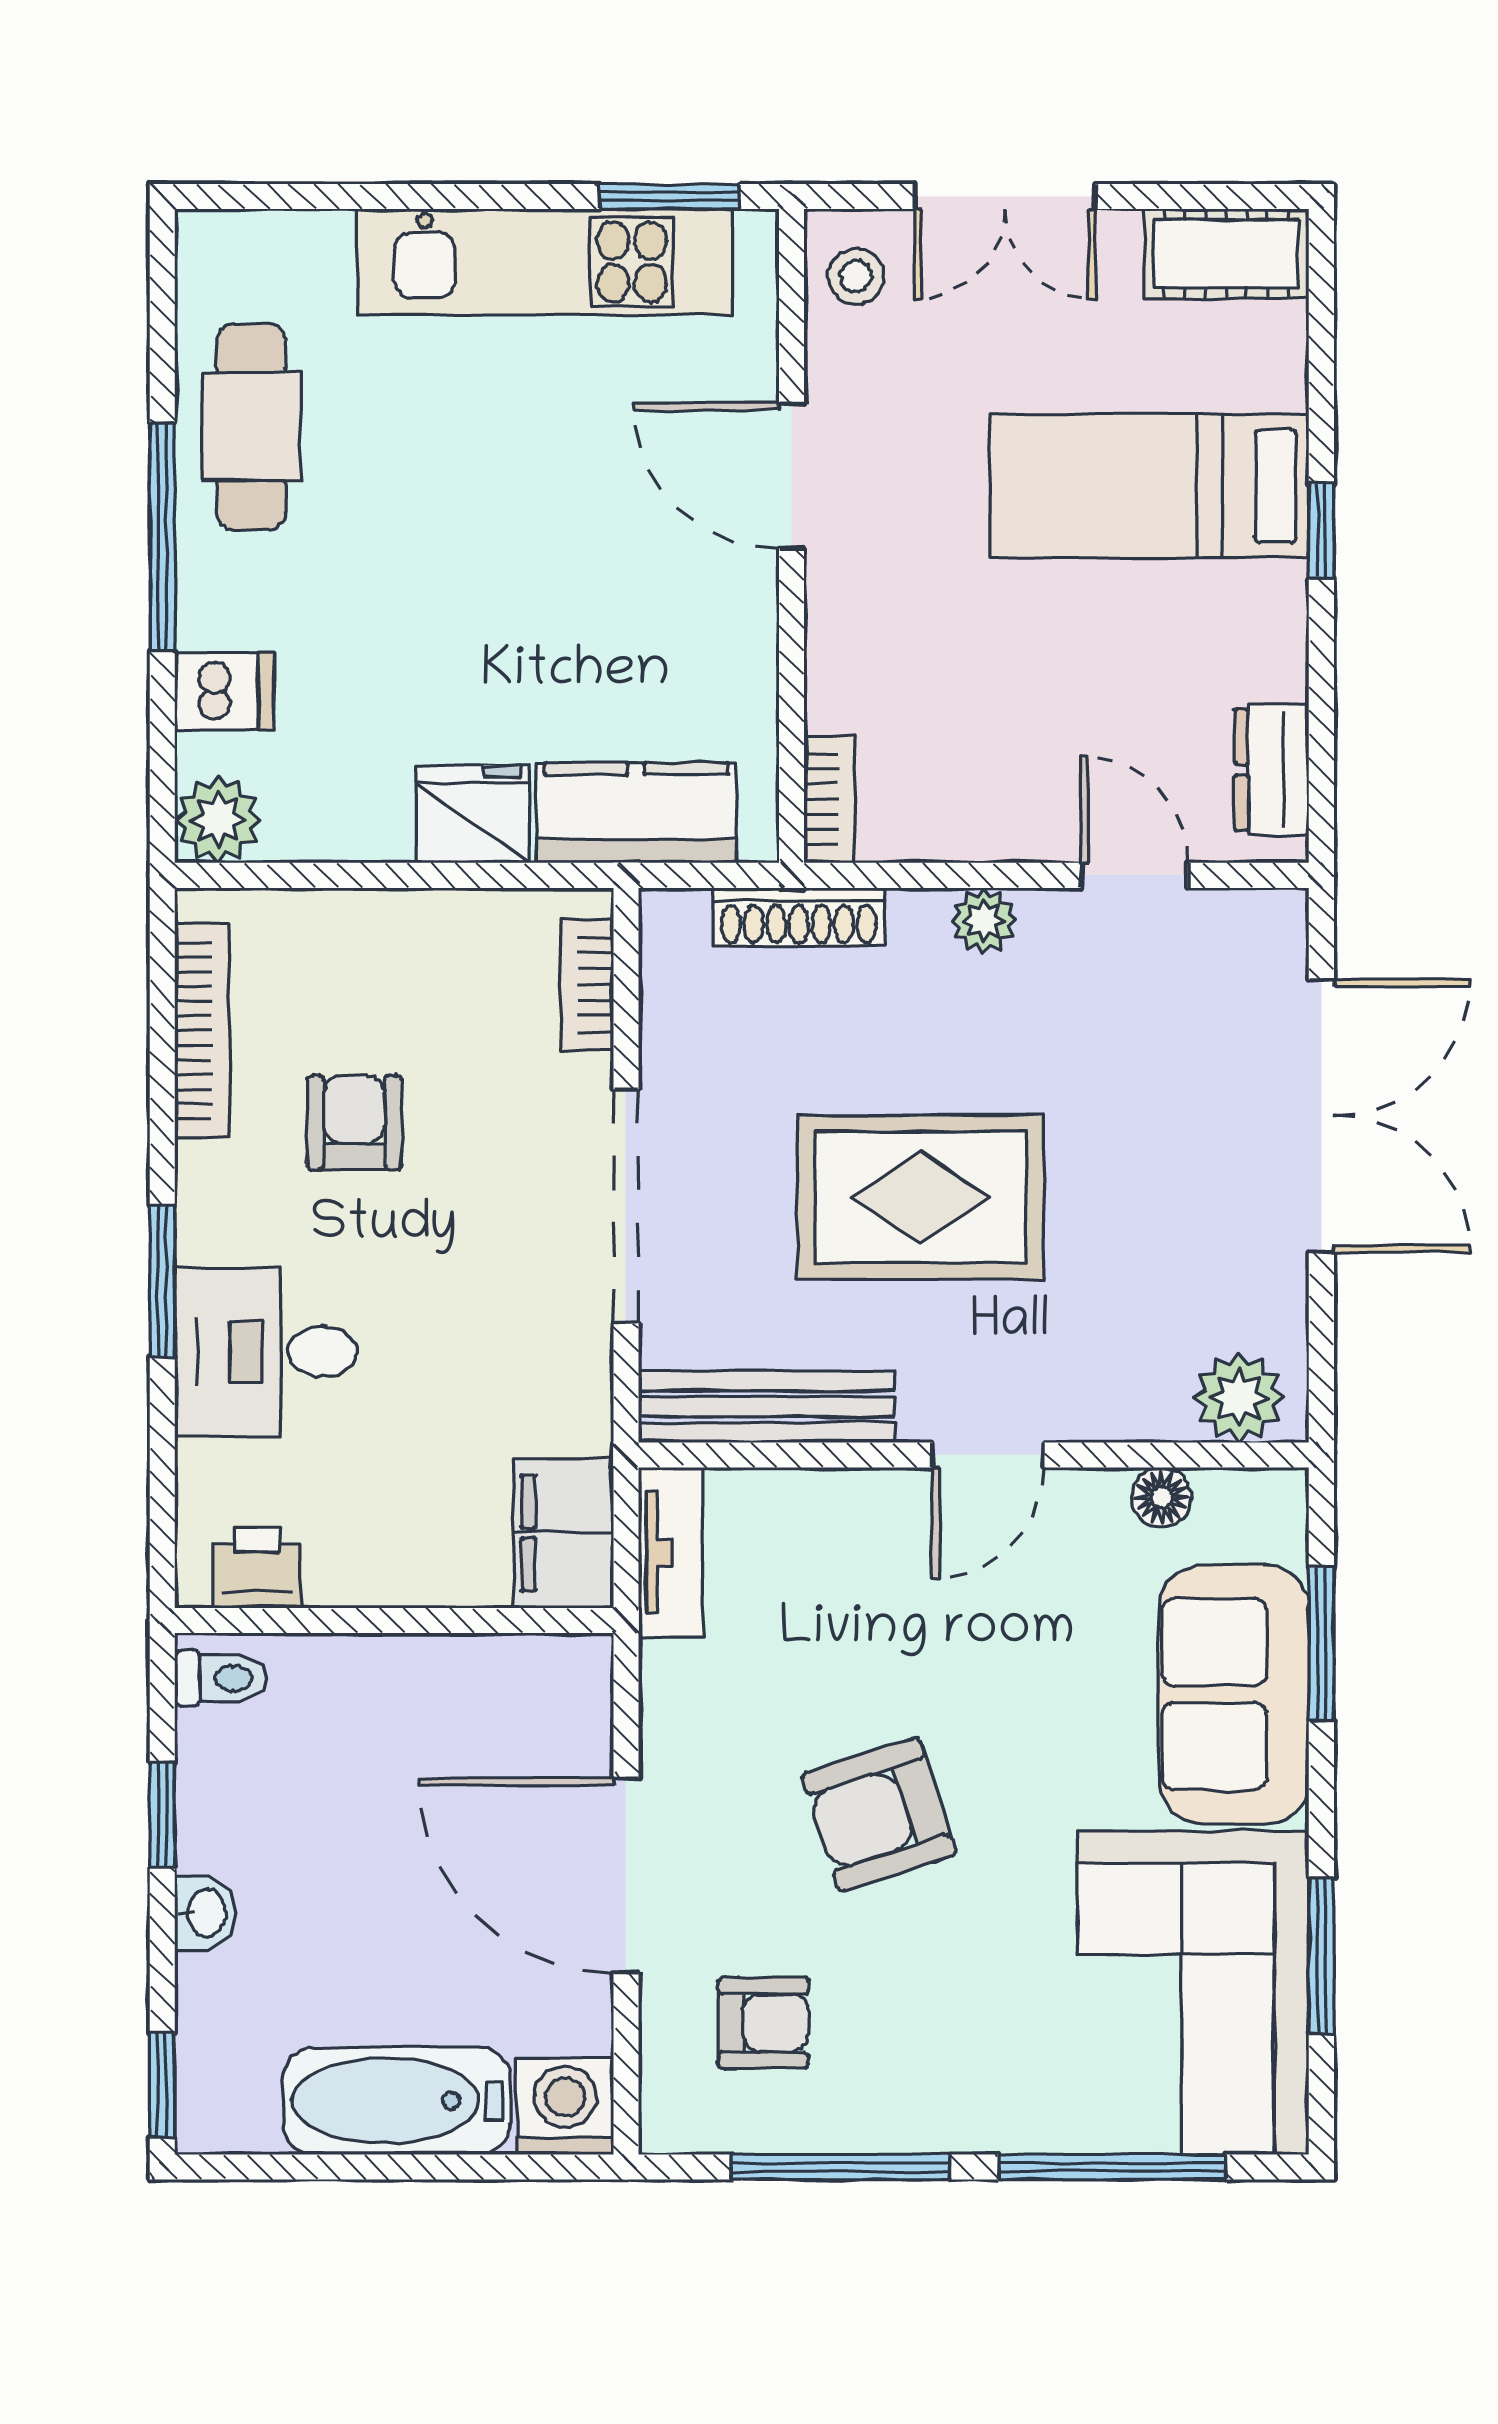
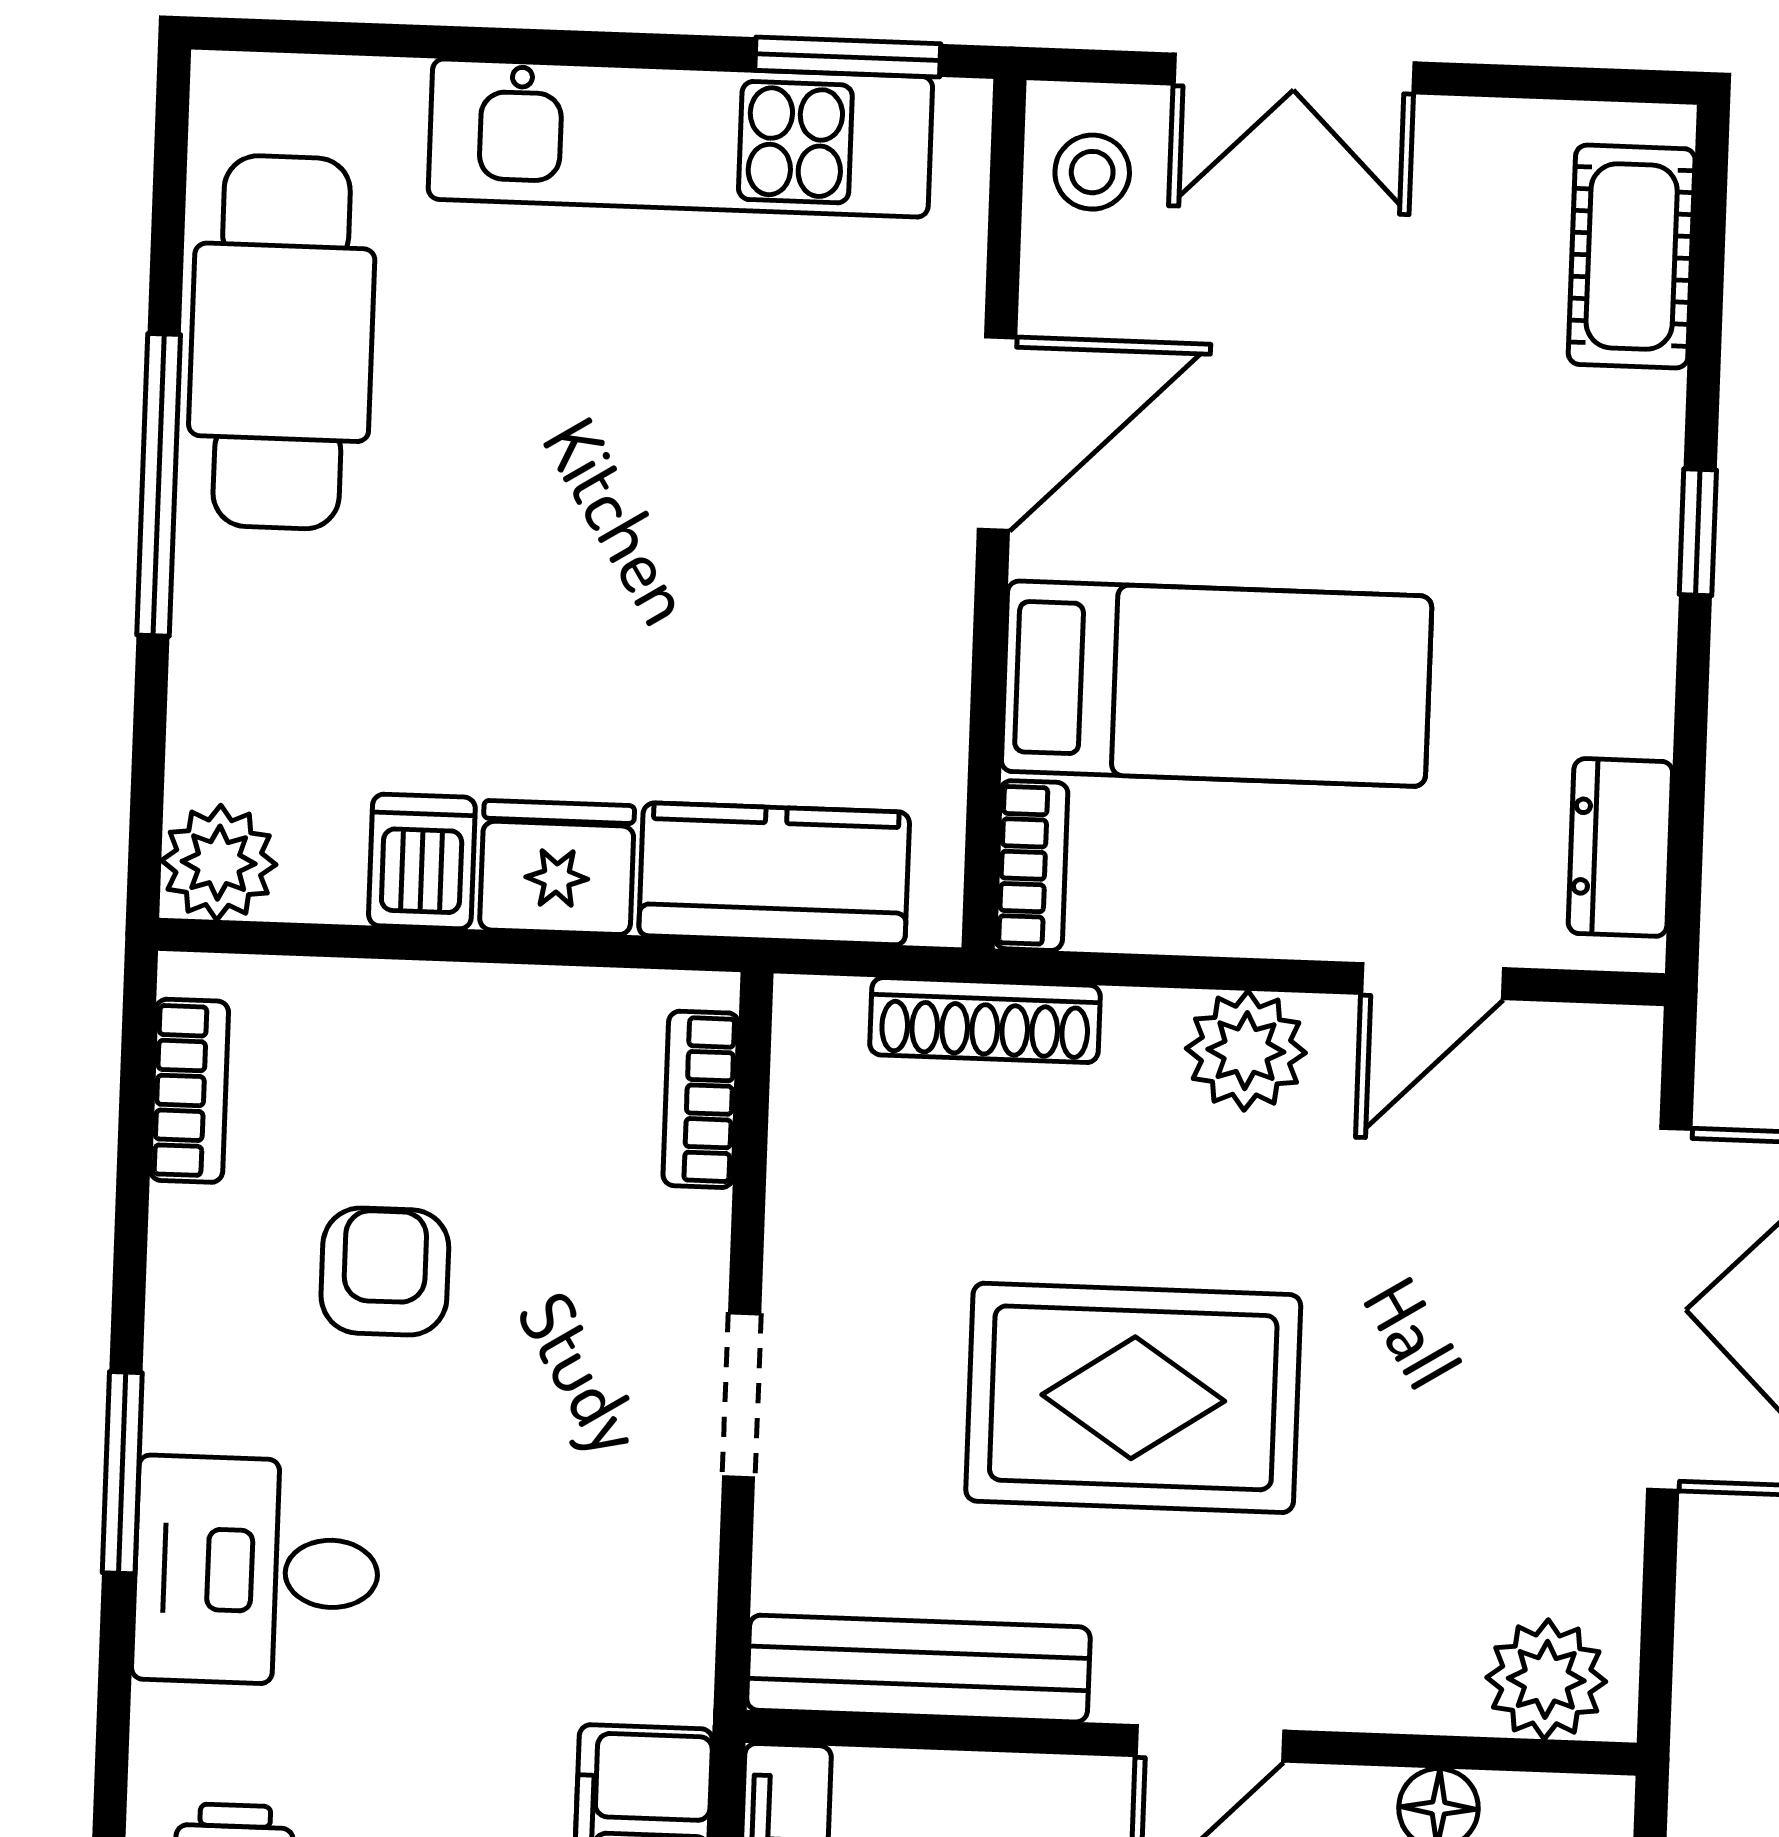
cot: (1226, 254) -> (1632, 257), moved, turned 90
cafe table: (251, 427) -> (282, 342), width x1.37, depth x1.35
door: (792, 476) -> (997, 434), swing flipped
bed: (1149, 486) -> (1217, 684), moved, turned 180
dishwasher: (224, 692) -> (422, 861), moved, turned -90
door: (1134, 875) -> (1433, 981), swing flipped
plant: (984, 921) -> (1246, 1051), width x1.38, depth x1.38
bookcase: (202, 1031) -> (189, 1091), width x0.64
doorway: (626, 1206) -> (742, 1395), width x0.53

